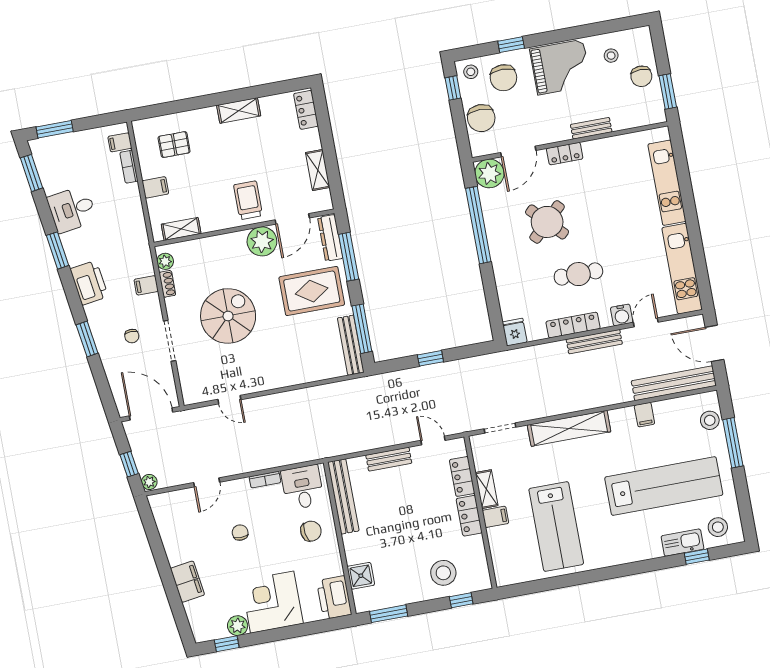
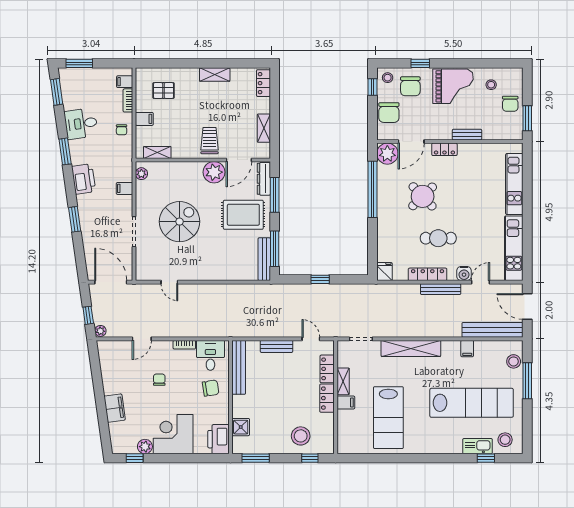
shoe rack: (167, 284) -> (140, 190), removed
chair: (132, 336) -> (122, 130), moved

